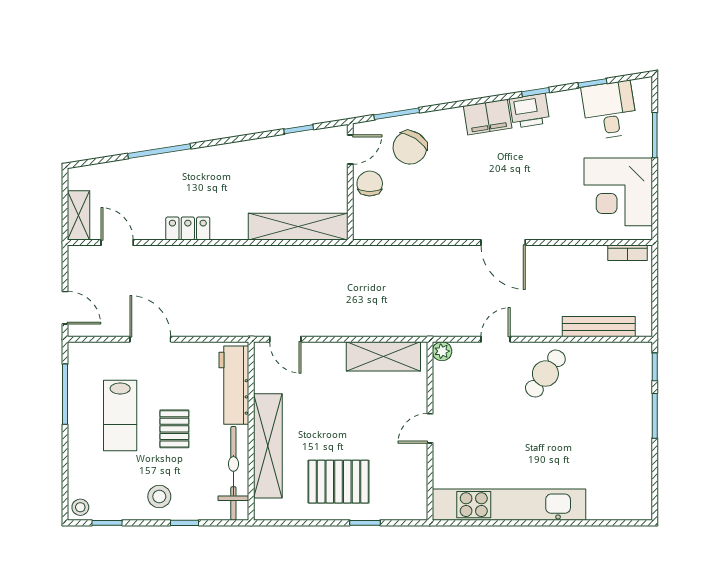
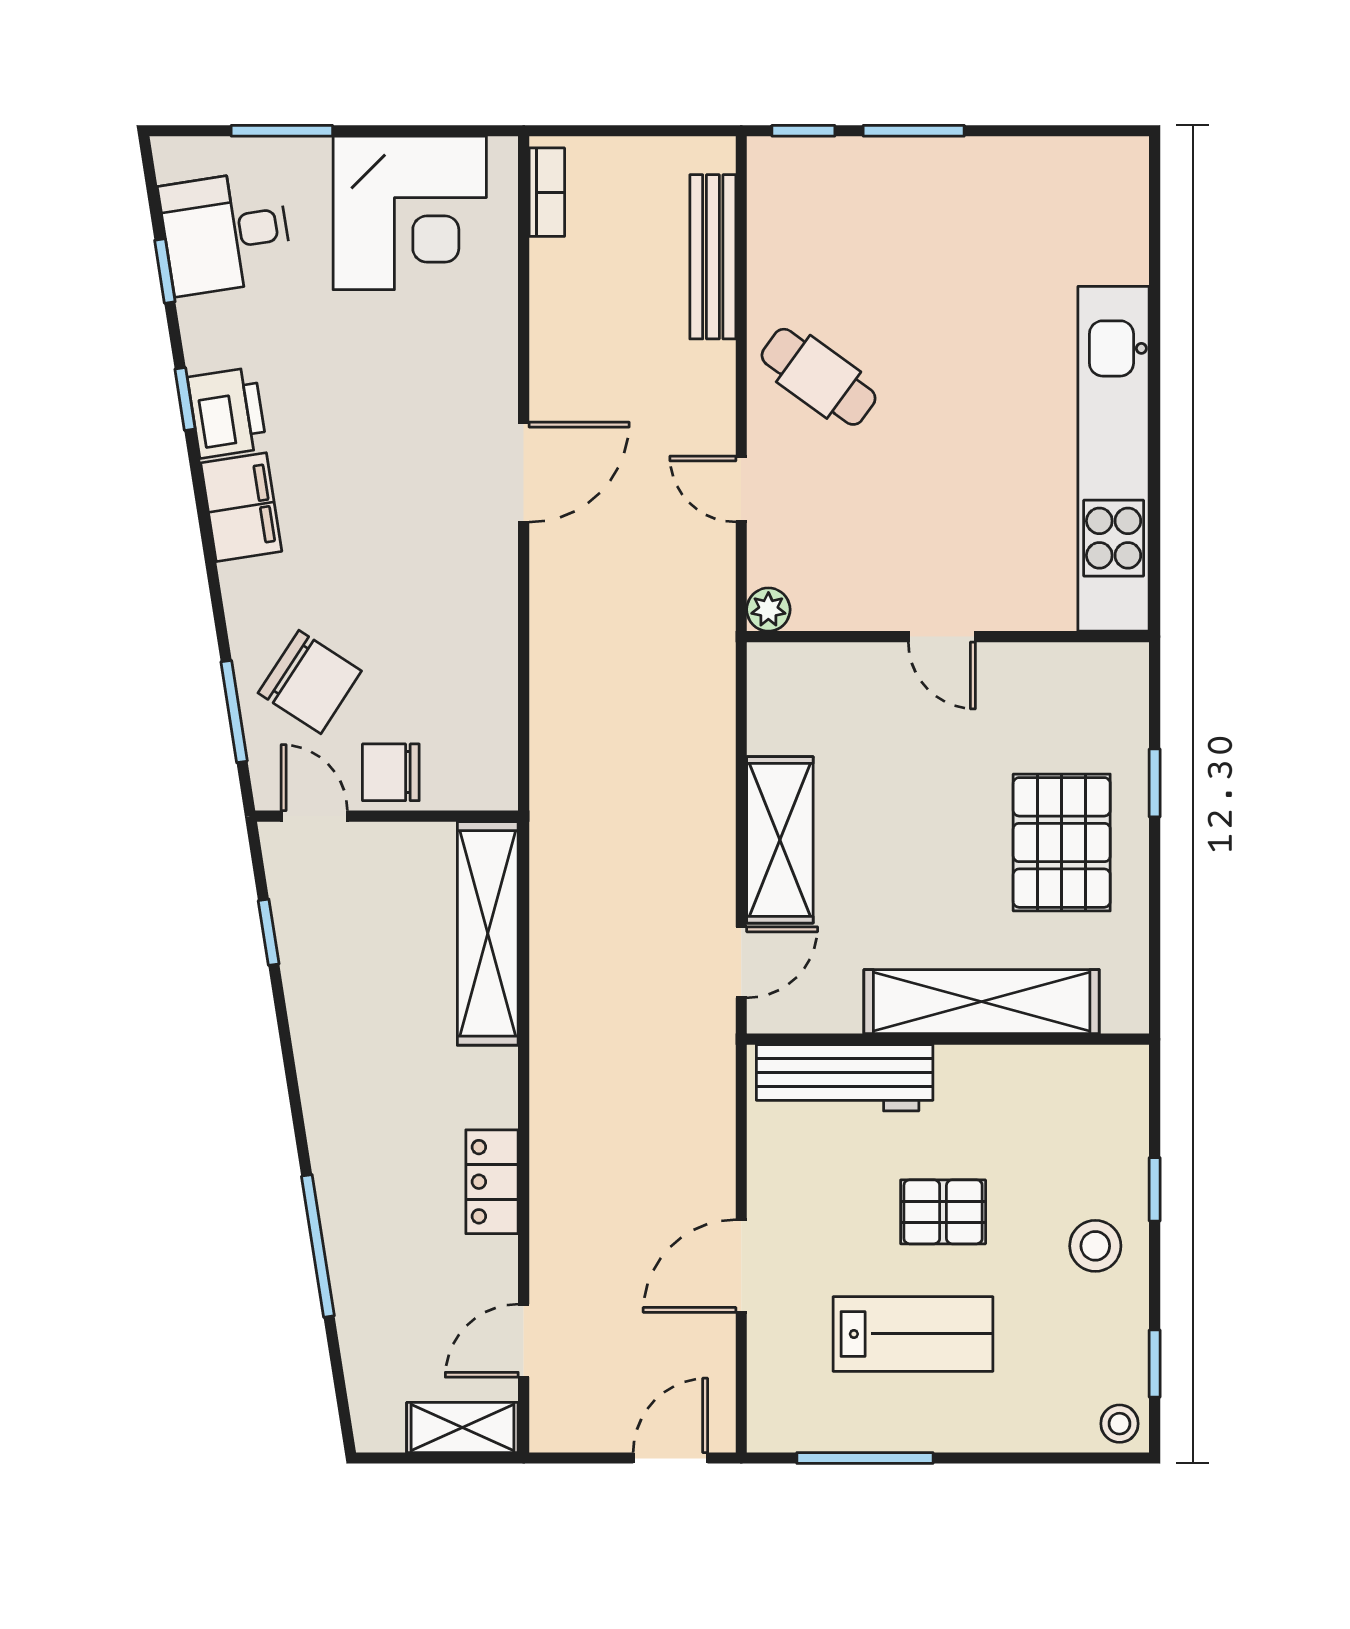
shelving: (383, 356) -> (780, 840), moved
bicycle: (233, 473) -> (1043, 1079), removed

